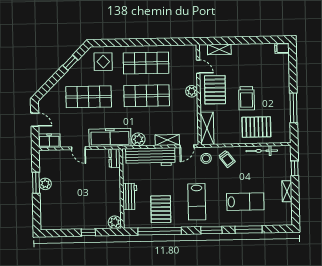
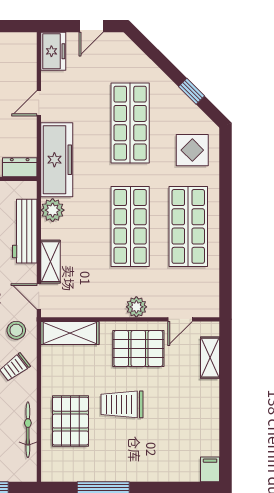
workbench: (150, 157) -> (25, 231), width x0.73, depth x0.76

